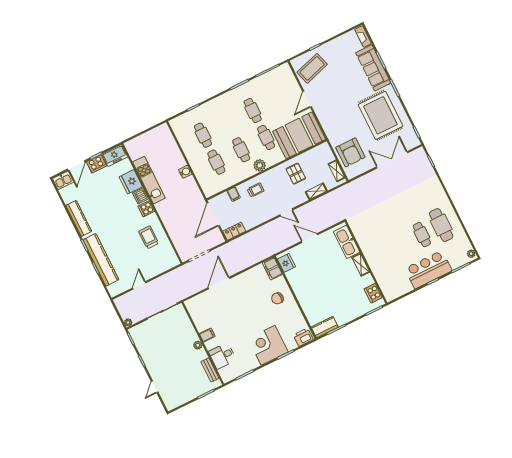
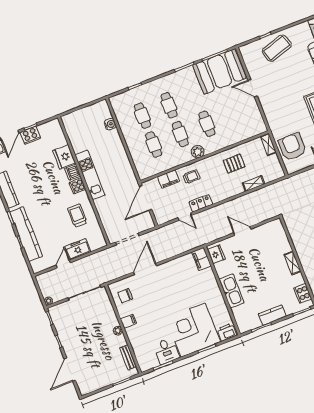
coffee table: (312, 68) -> (277, 48), moved
door: (307, 99) -> (253, 88), hinge flipped
cafe table: (253, 110) -> (169, 105), moved
booth: (299, 135) -> (219, 71), moved
armchair: (350, 152) -> (292, 147), turned 180
freezer: (115, 156) -> (78, 249), moved, turned 180
shelving: (337, 171) -> (268, 144), moved
water cooler: (185, 172) -> (110, 124), moved
pallet: (296, 174) -> (234, 164), turned 90
kitchen unit: (149, 180) -> (90, 175), moved
filing cabinet: (234, 194) -> (168, 179), width x2.00
door: (286, 212) -> (185, 217), moved
locker: (234, 231) -> (201, 203), moved
kitchen sink: (347, 242) -> (231, 291), moved, turned 180
chair: (277, 298) -> (125, 296), moved
kitchen counter: (325, 327) -> (272, 315), moved
corner desk: (268, 345) -> (193, 330), width x1.36, depth x1.36
desk: (222, 356) -> (166, 351), moved, turned -90
door: (155, 387) -> (70, 370), width x1.88

